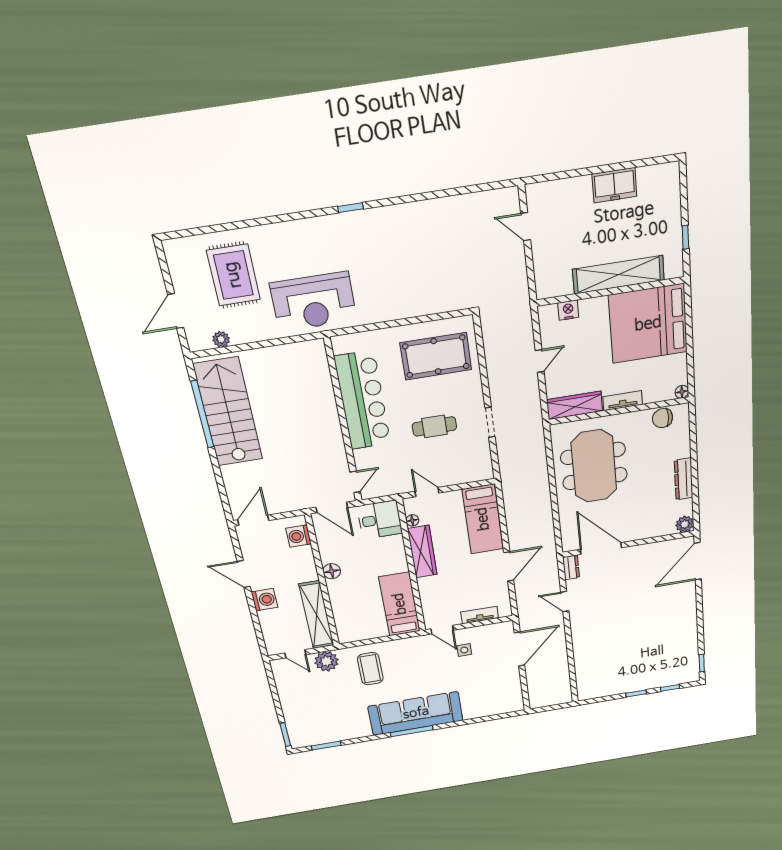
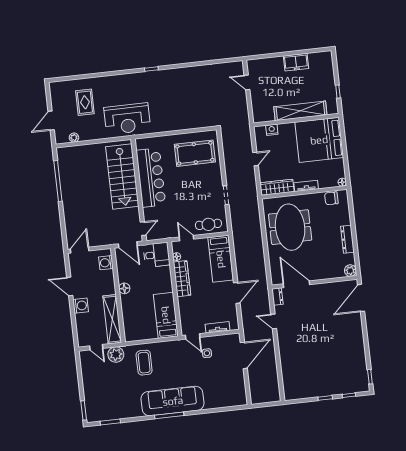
rug: (233, 275) -> (85, 102), width x0.73, depth x0.70
stairs: (228, 412) -> (122, 177), moved, turned 180
cafe table: (434, 426) -> (208, 224), moved

